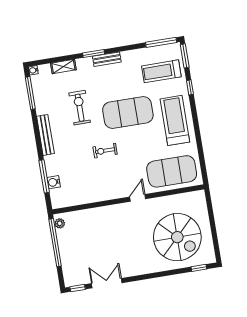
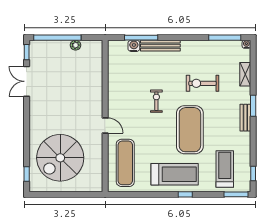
window: (161, 42) -> (253, 173), width x0.46
window: (190, 87) -> (185, 194), moved
exercise bike: (80, 108) -> (202, 83), turned 180
bench: (45, 135) -> (160, 46), moved
exercise mat: (172, 171) -> (125, 163), width x0.68
plant: (60, 223) -> (76, 45), moved
window: (55, 243) -> (57, 38), moved
double door: (107, 283) -> (27, 81), swing flipped

